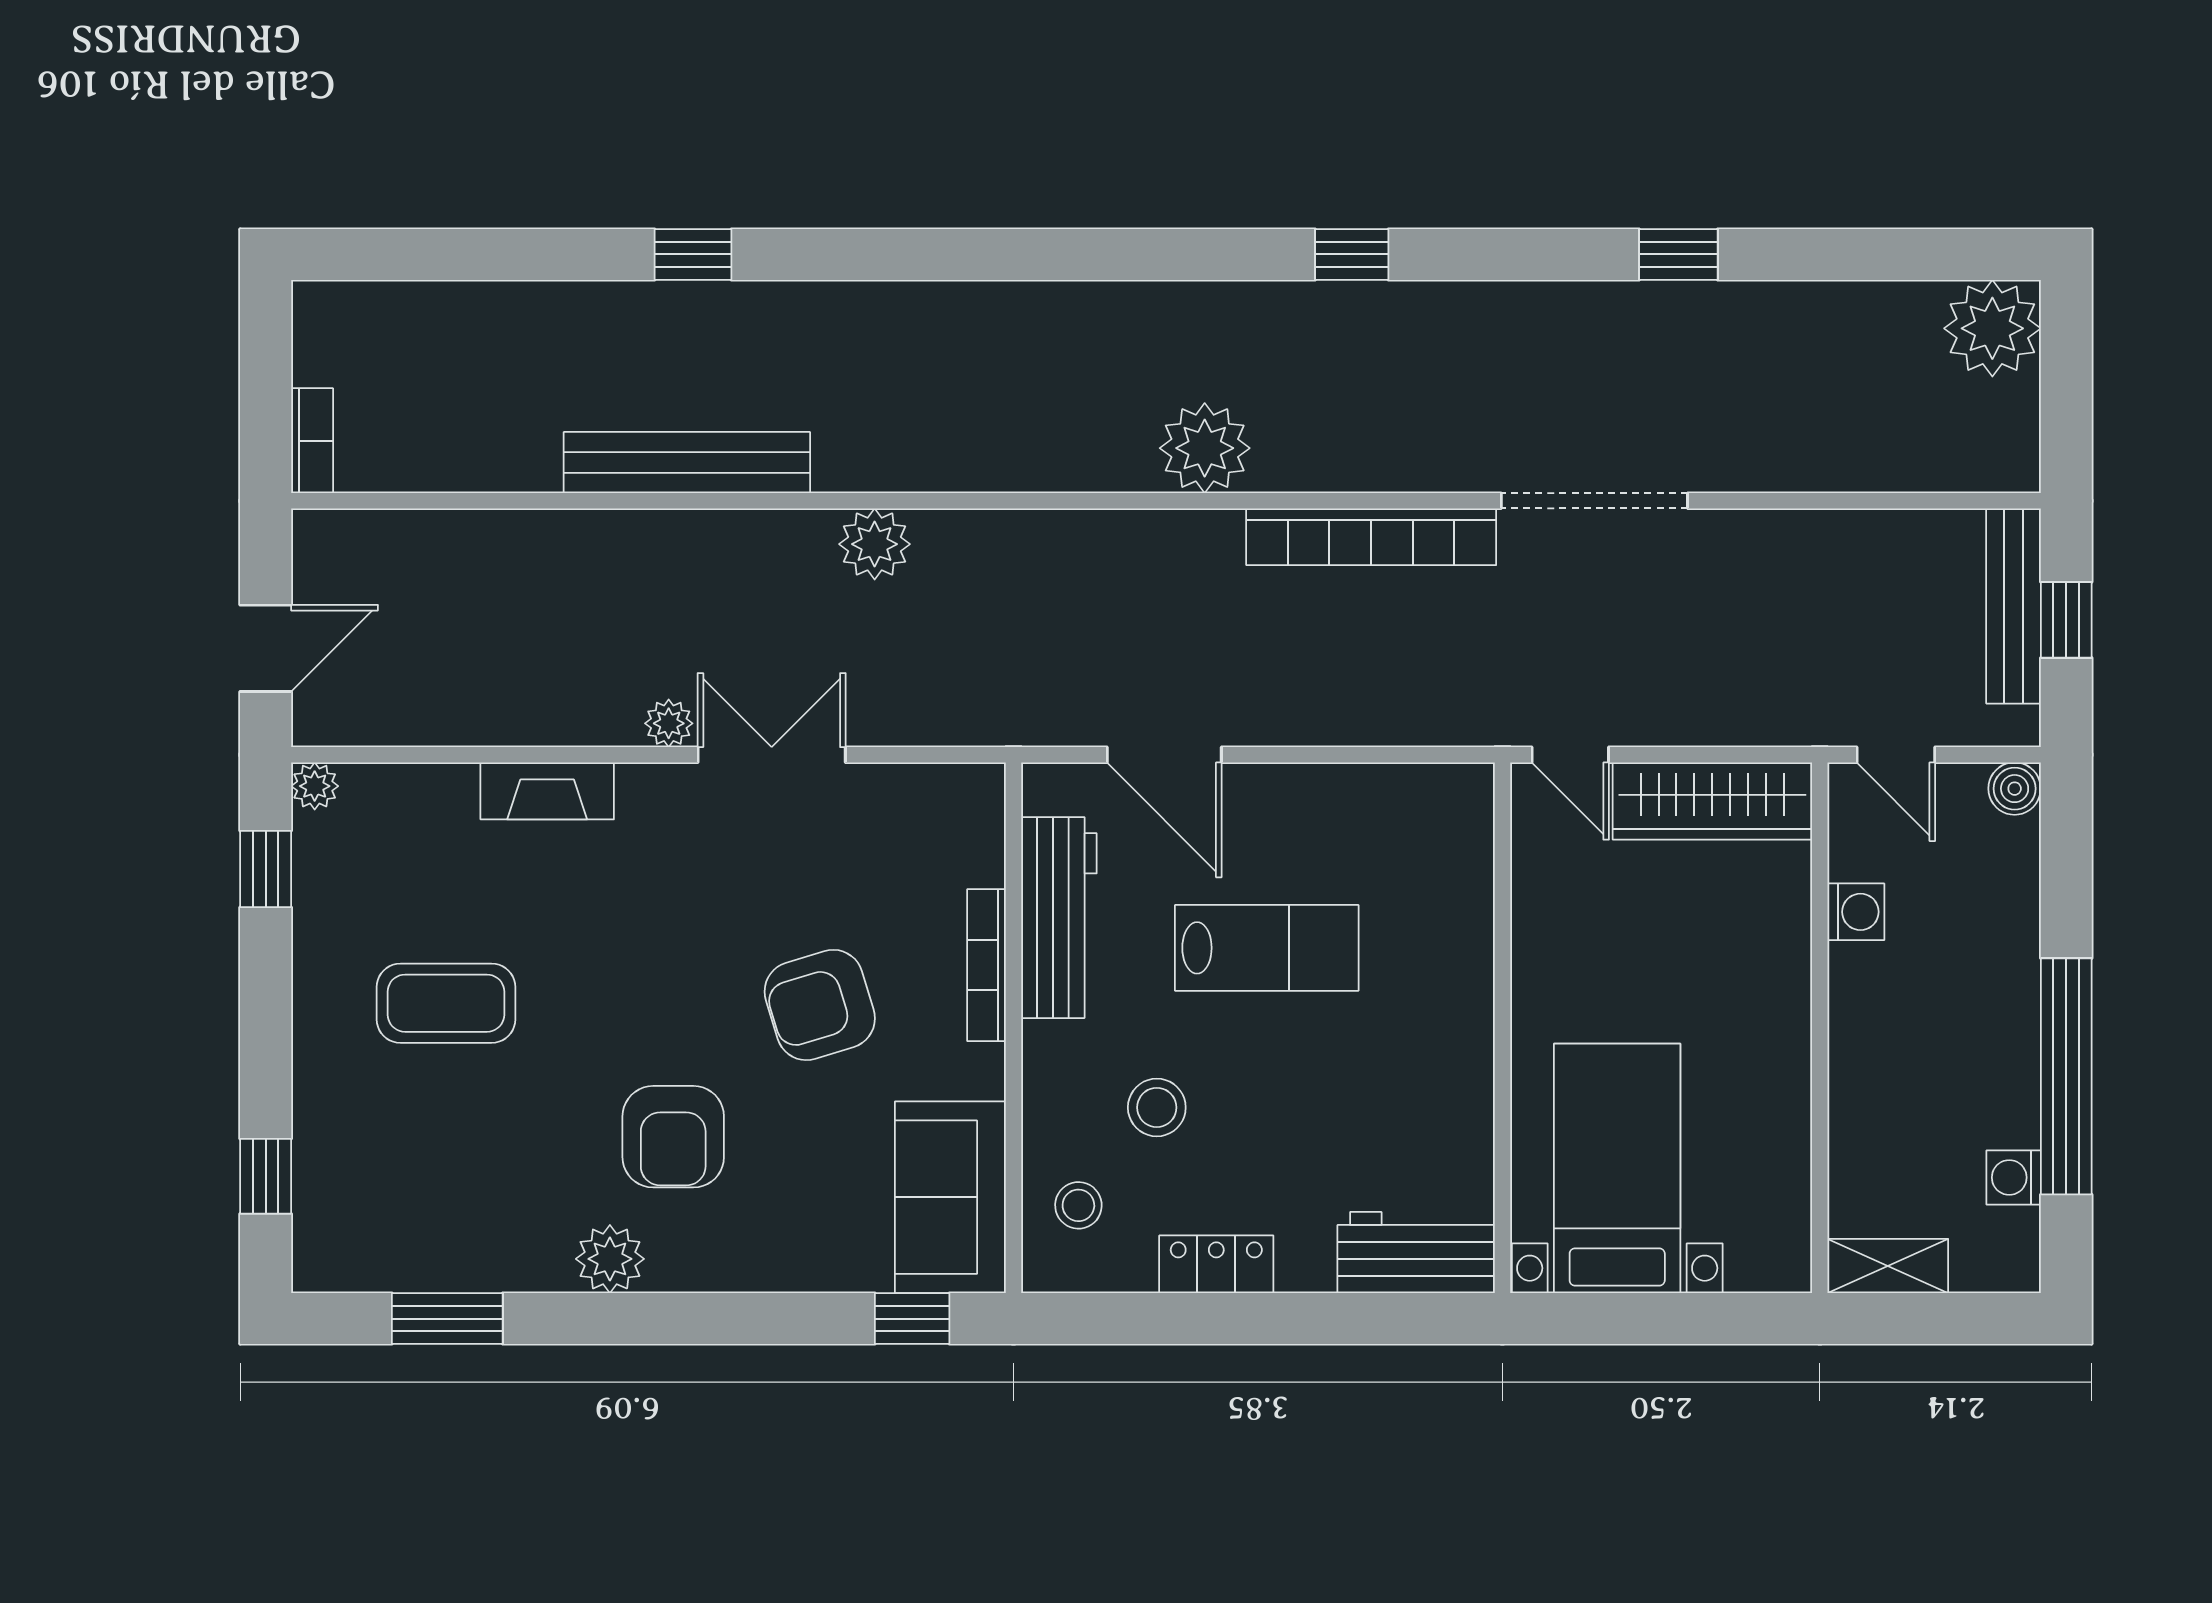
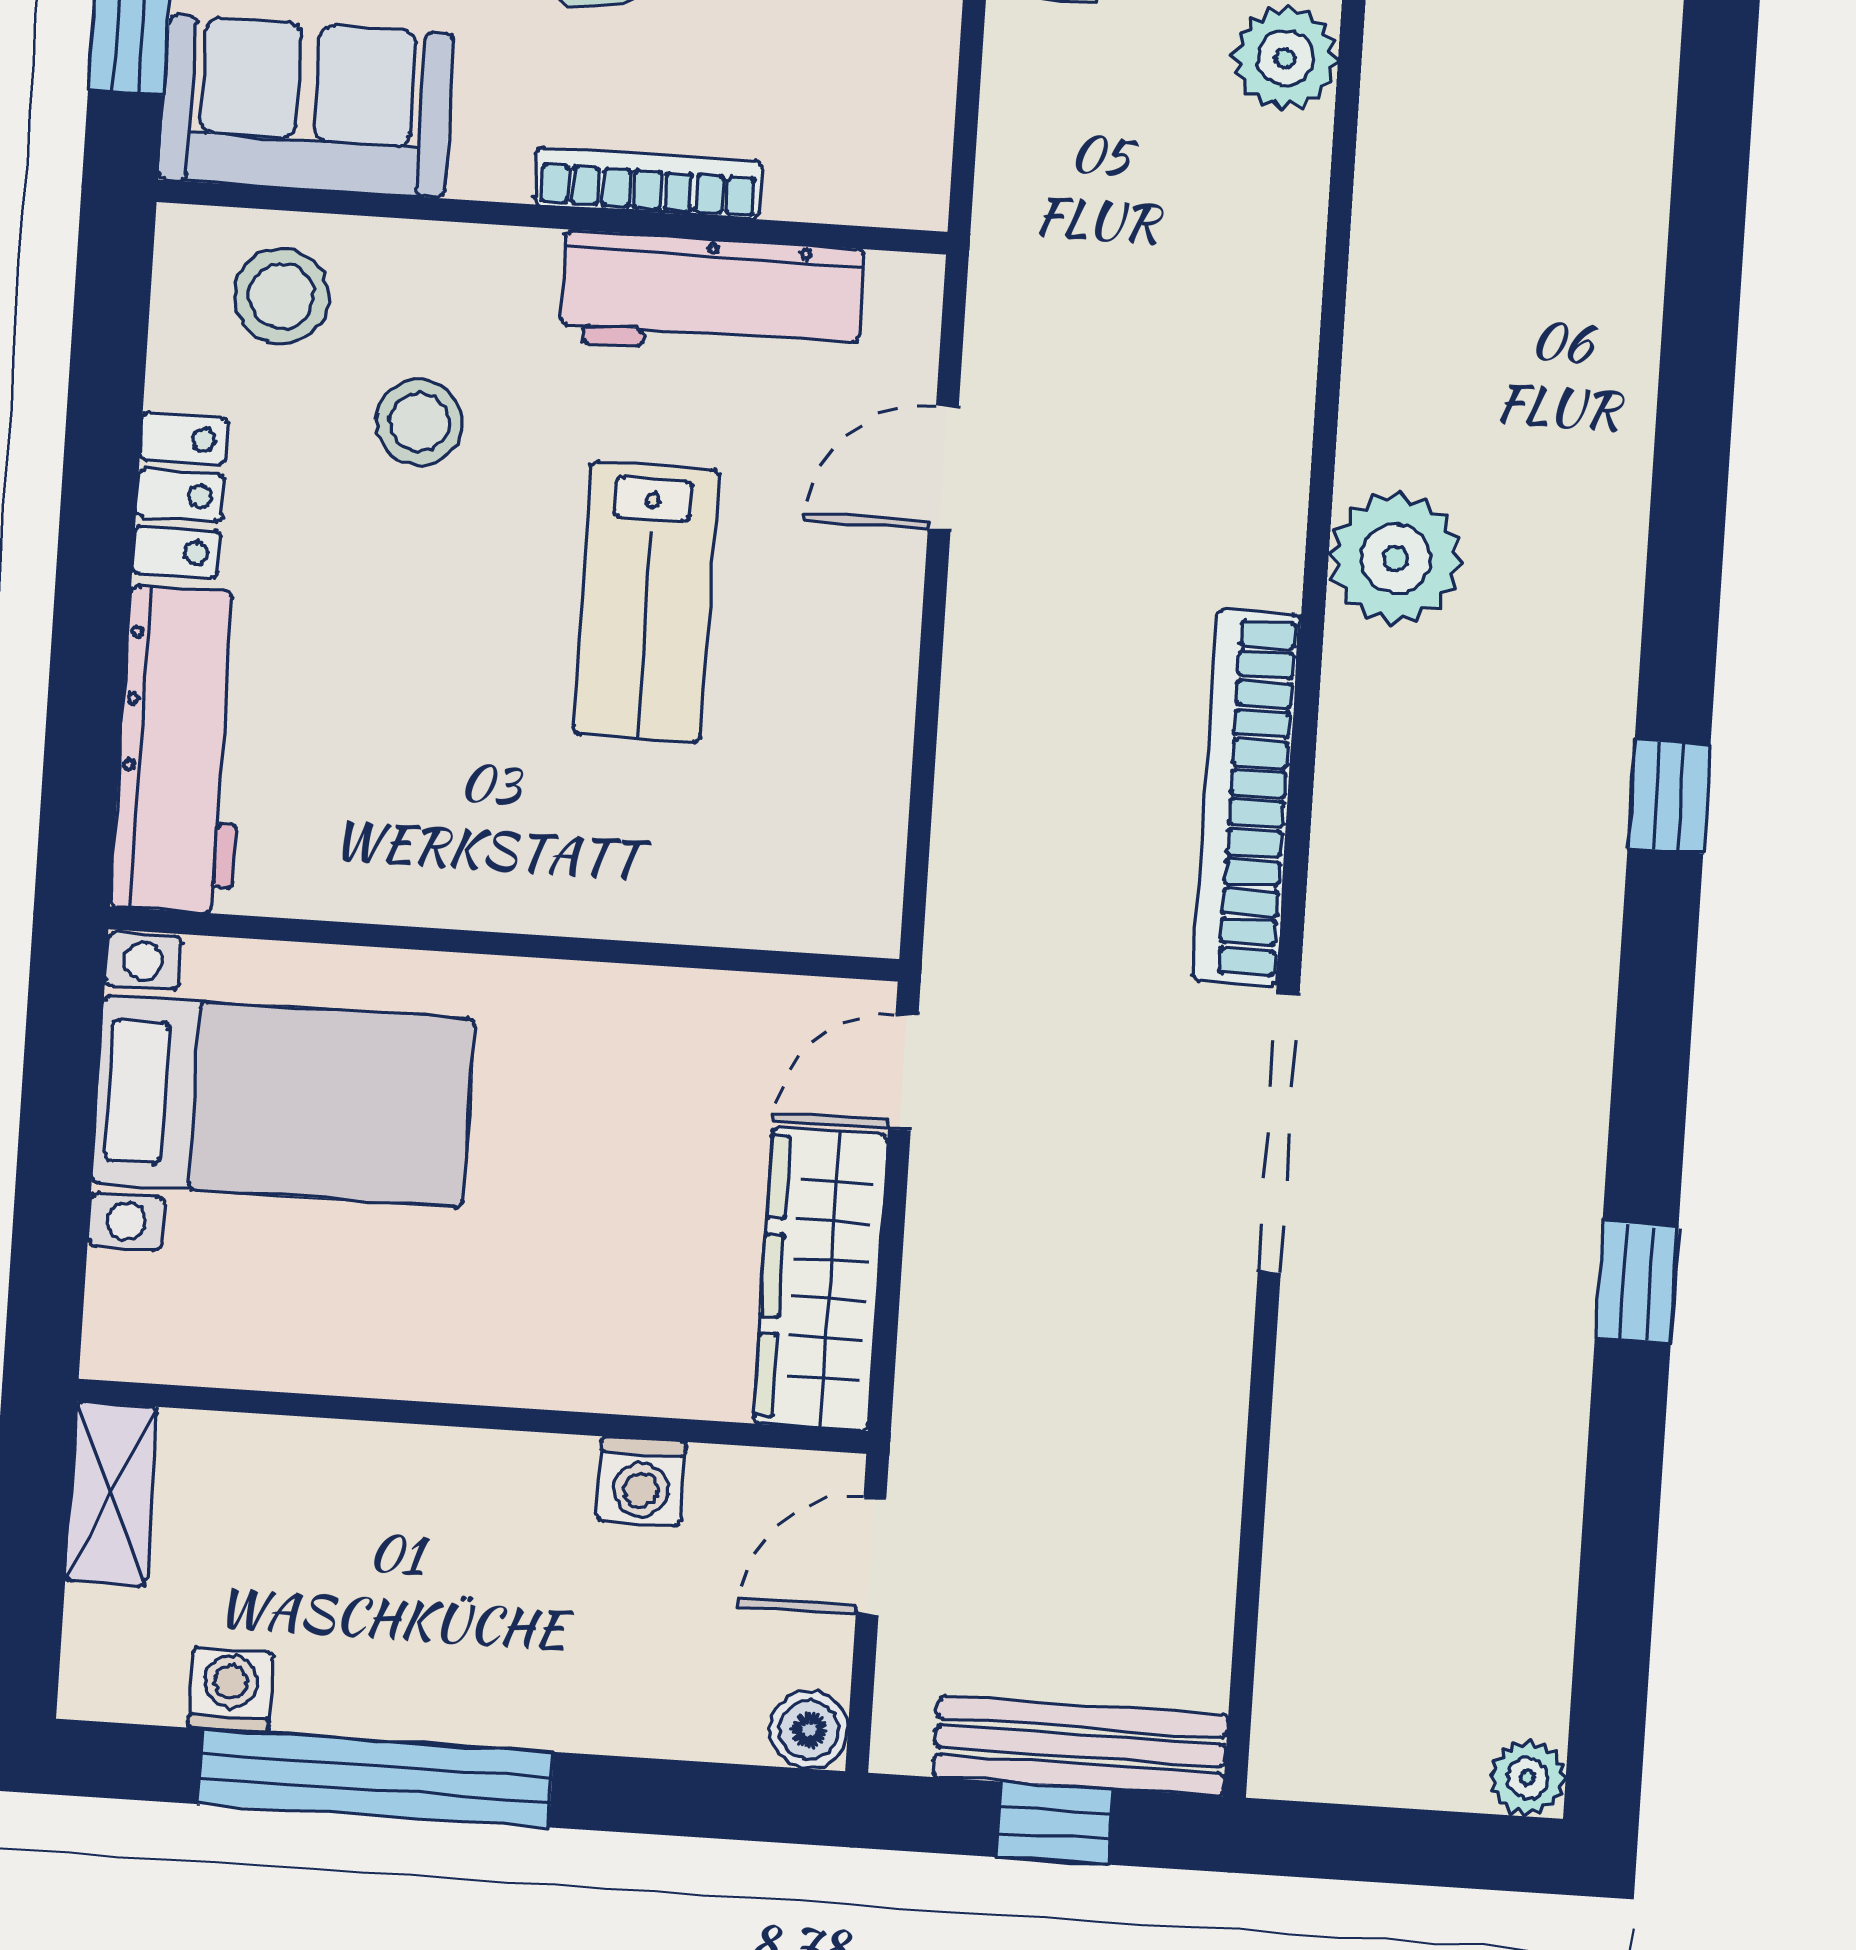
plant: (1992, 328) -> (1527, 1778), width x0.53, depth x0.53
door: (1164, 755) -> (943, 468), width x0.73
stool: (1078, 1205) -> (282, 296), width x1.37, depth x1.37
workbench: (1416, 1253) -> (181, 750), width x1.38

